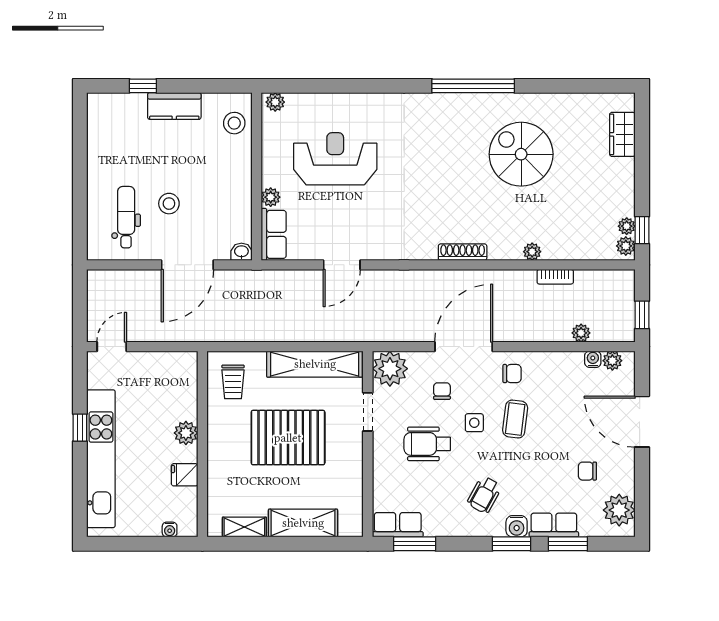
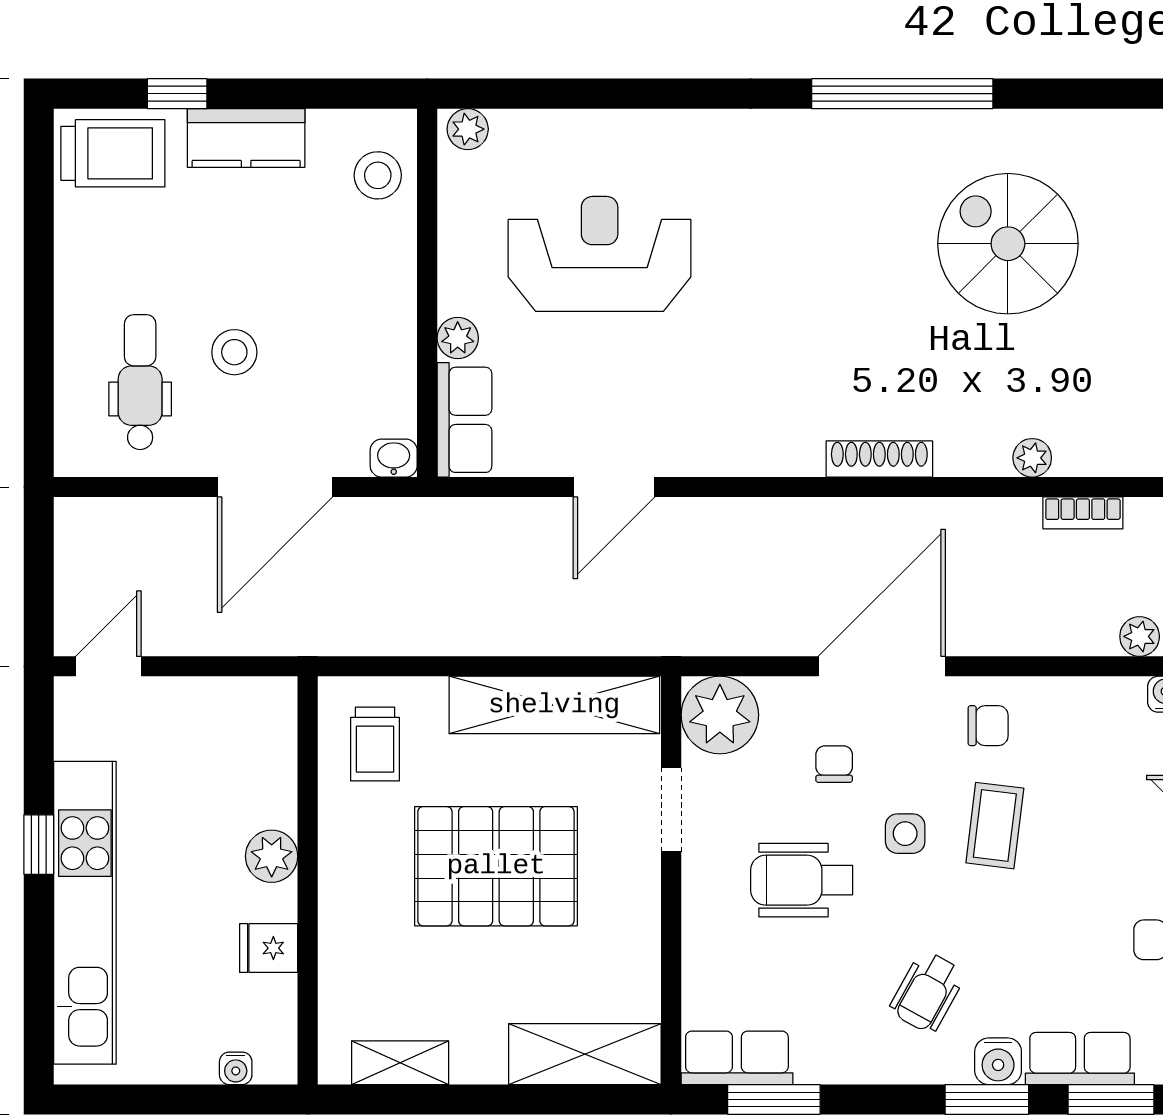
trolley: (114, 113) -> (113, 153), added
shelving: (303, 523) -> (585, 1054), moved

